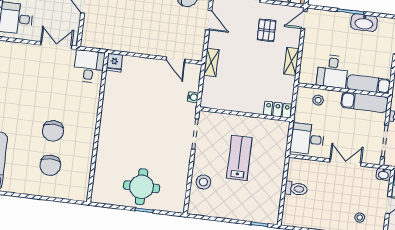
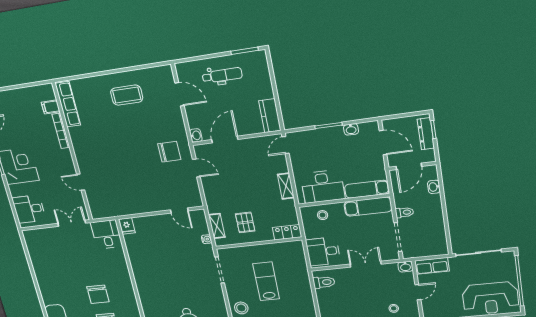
washbasin: (364, 23) -> (351, 129), width x0.52, depth x0.69
pallet: (267, 30) -> (245, 222), moved
shelving: (211, 62) -> (217, 226), moved
desk: (333, 71) -> (323, 186), width x1.37
toilet: (296, 189) -> (324, 282), moved

